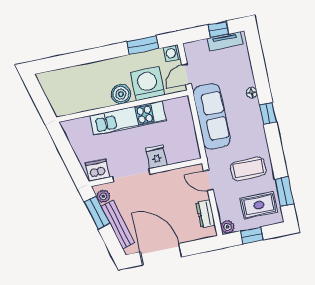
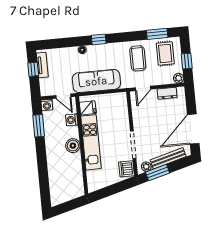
washing machine: (147, 84) -> (72, 120), width x0.53, depth x0.53
fridge: (157, 157) -> (88, 108), moved, turned 180

